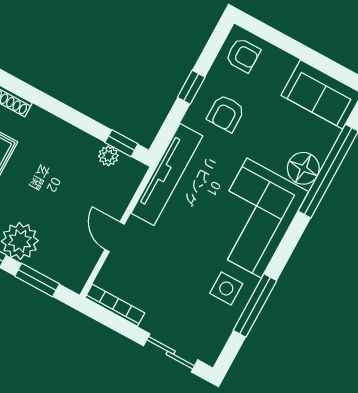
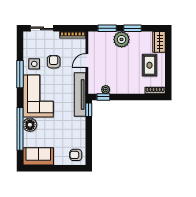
window: (191, 87) -> (89, 110), moved
armchair: (226, 113) -> (54, 62), moved
door: (115, 237) -> (87, 60), swing flipped
window: (255, 305) -> (20, 74), moved

